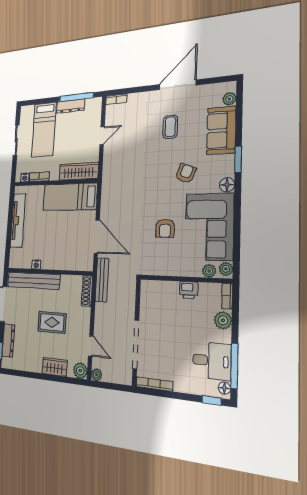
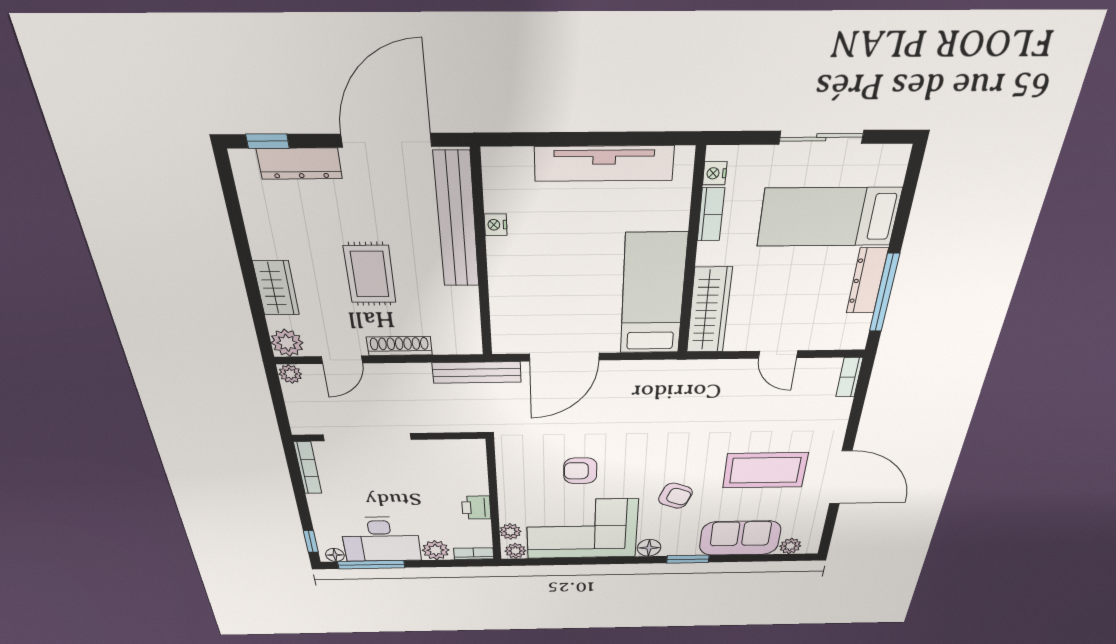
coffee table: (170, 127) -> (765, 470), width x1.86, depth x1.72
shoe rack: (87, 291) -> (399, 346), moved
desk: (212, 361) -> (381, 539), width x1.37

